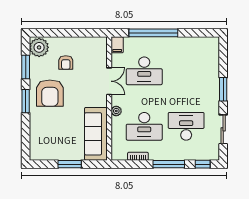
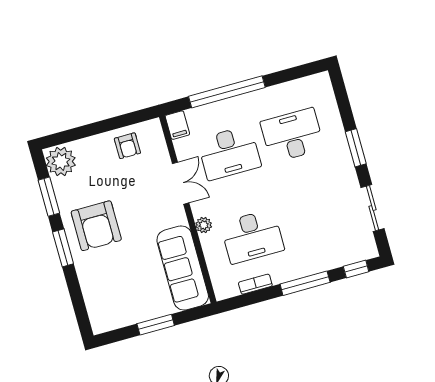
armchair: (66, 63) -> (127, 146), moved
desk: (186, 126) -> (292, 135), moved

